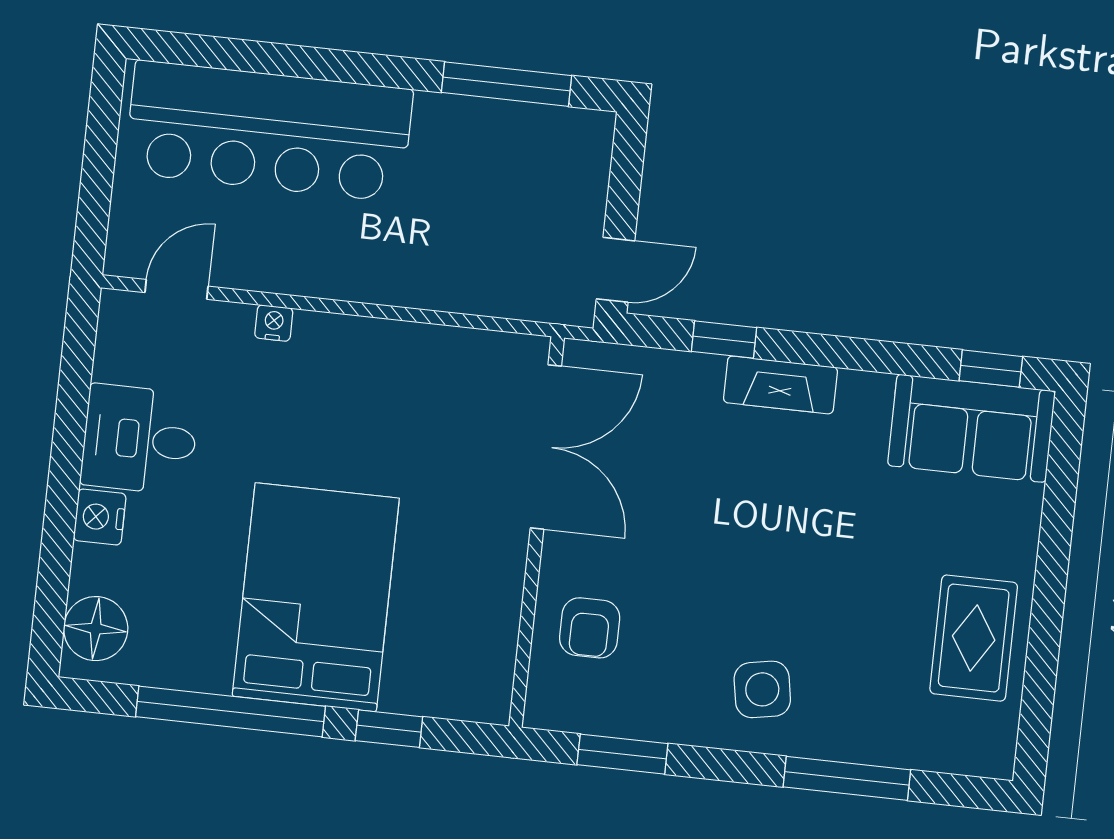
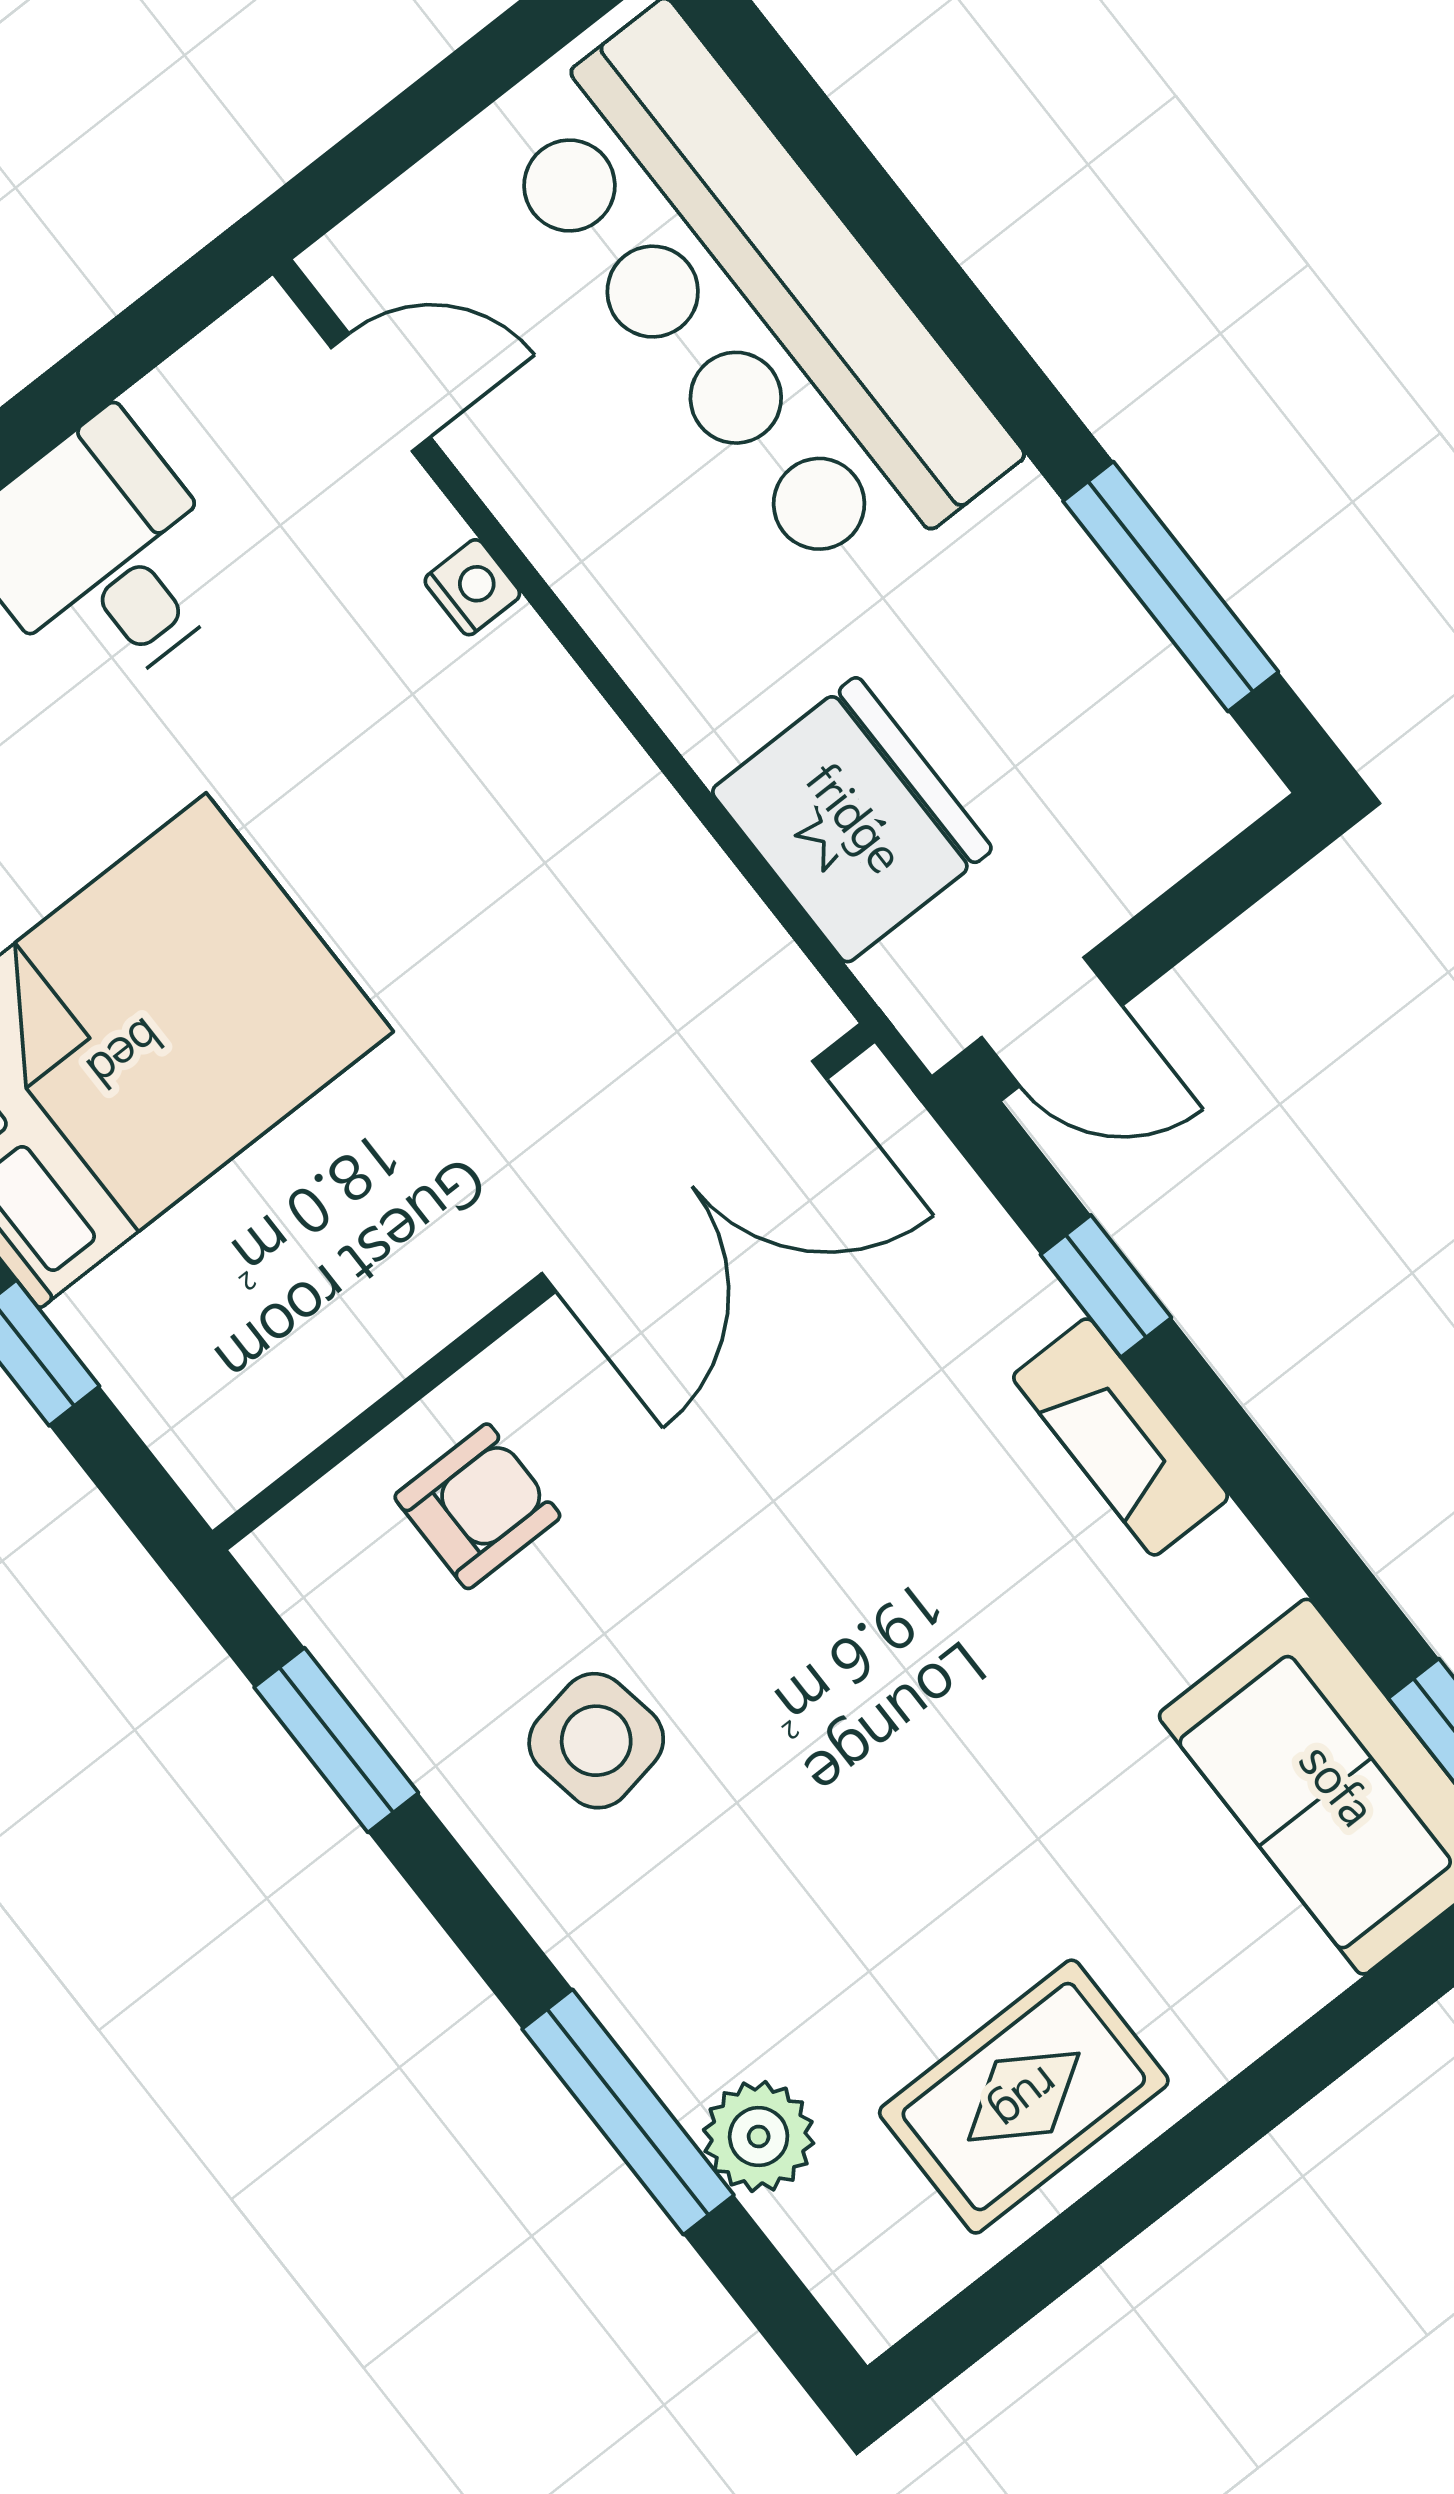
fridge: (480, 271) -> (852, 820), added
armchair: (590, 628) -> (477, 1506), turned 180
side table: (762, 689) -> (596, 1741), moved
plant: (899, 742) -> (759, 2136), added

